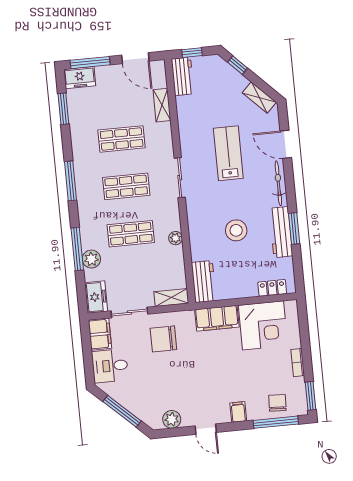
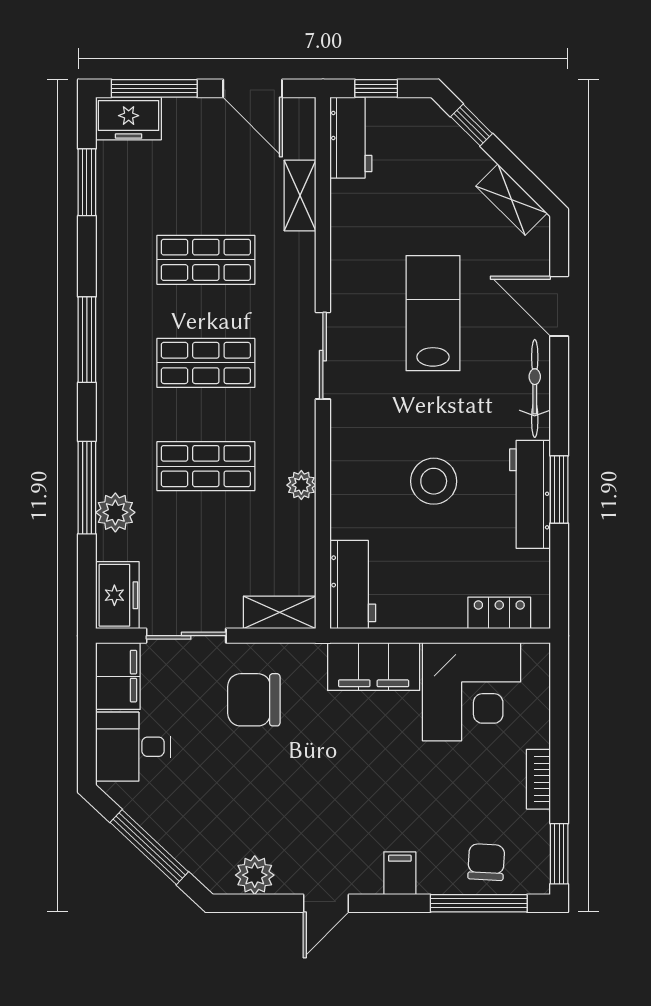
door: (206, 429) -> (326, 903), hinge flipped

